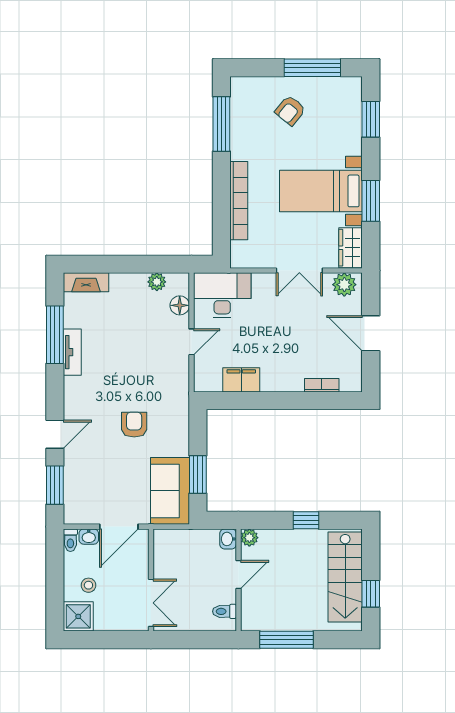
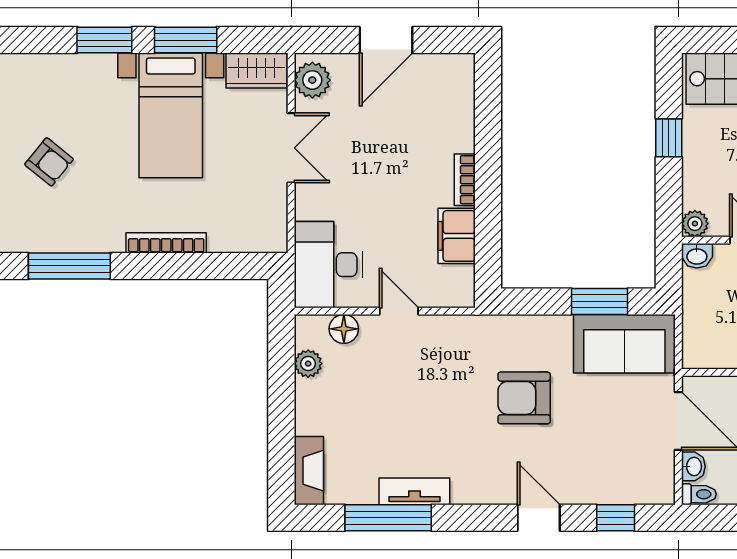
window: (371, 119) -> (104, 40), moved
bookcase: (239, 201) -> (166, 243), width x0.68, depth x0.76
bookcase: (322, 385) -> (465, 180), moved
armchair: (134, 425) -> (524, 398), width x1.38, depth x1.38
window: (55, 485) -> (616, 518), width x0.67

